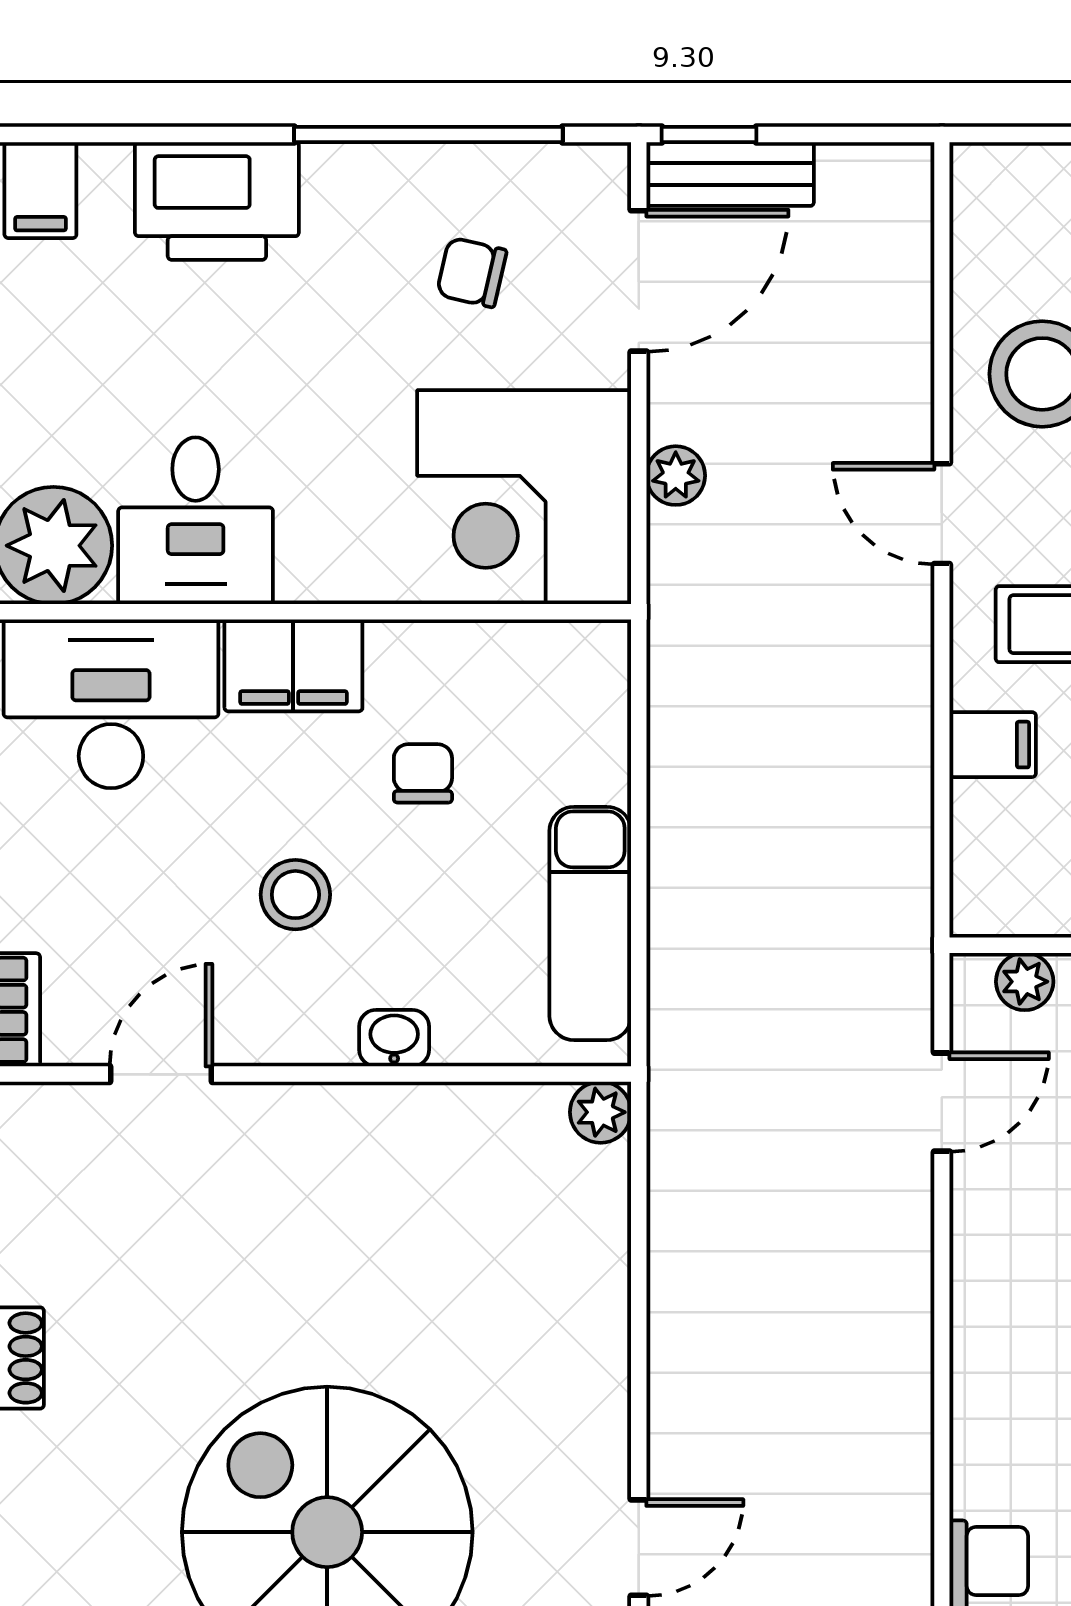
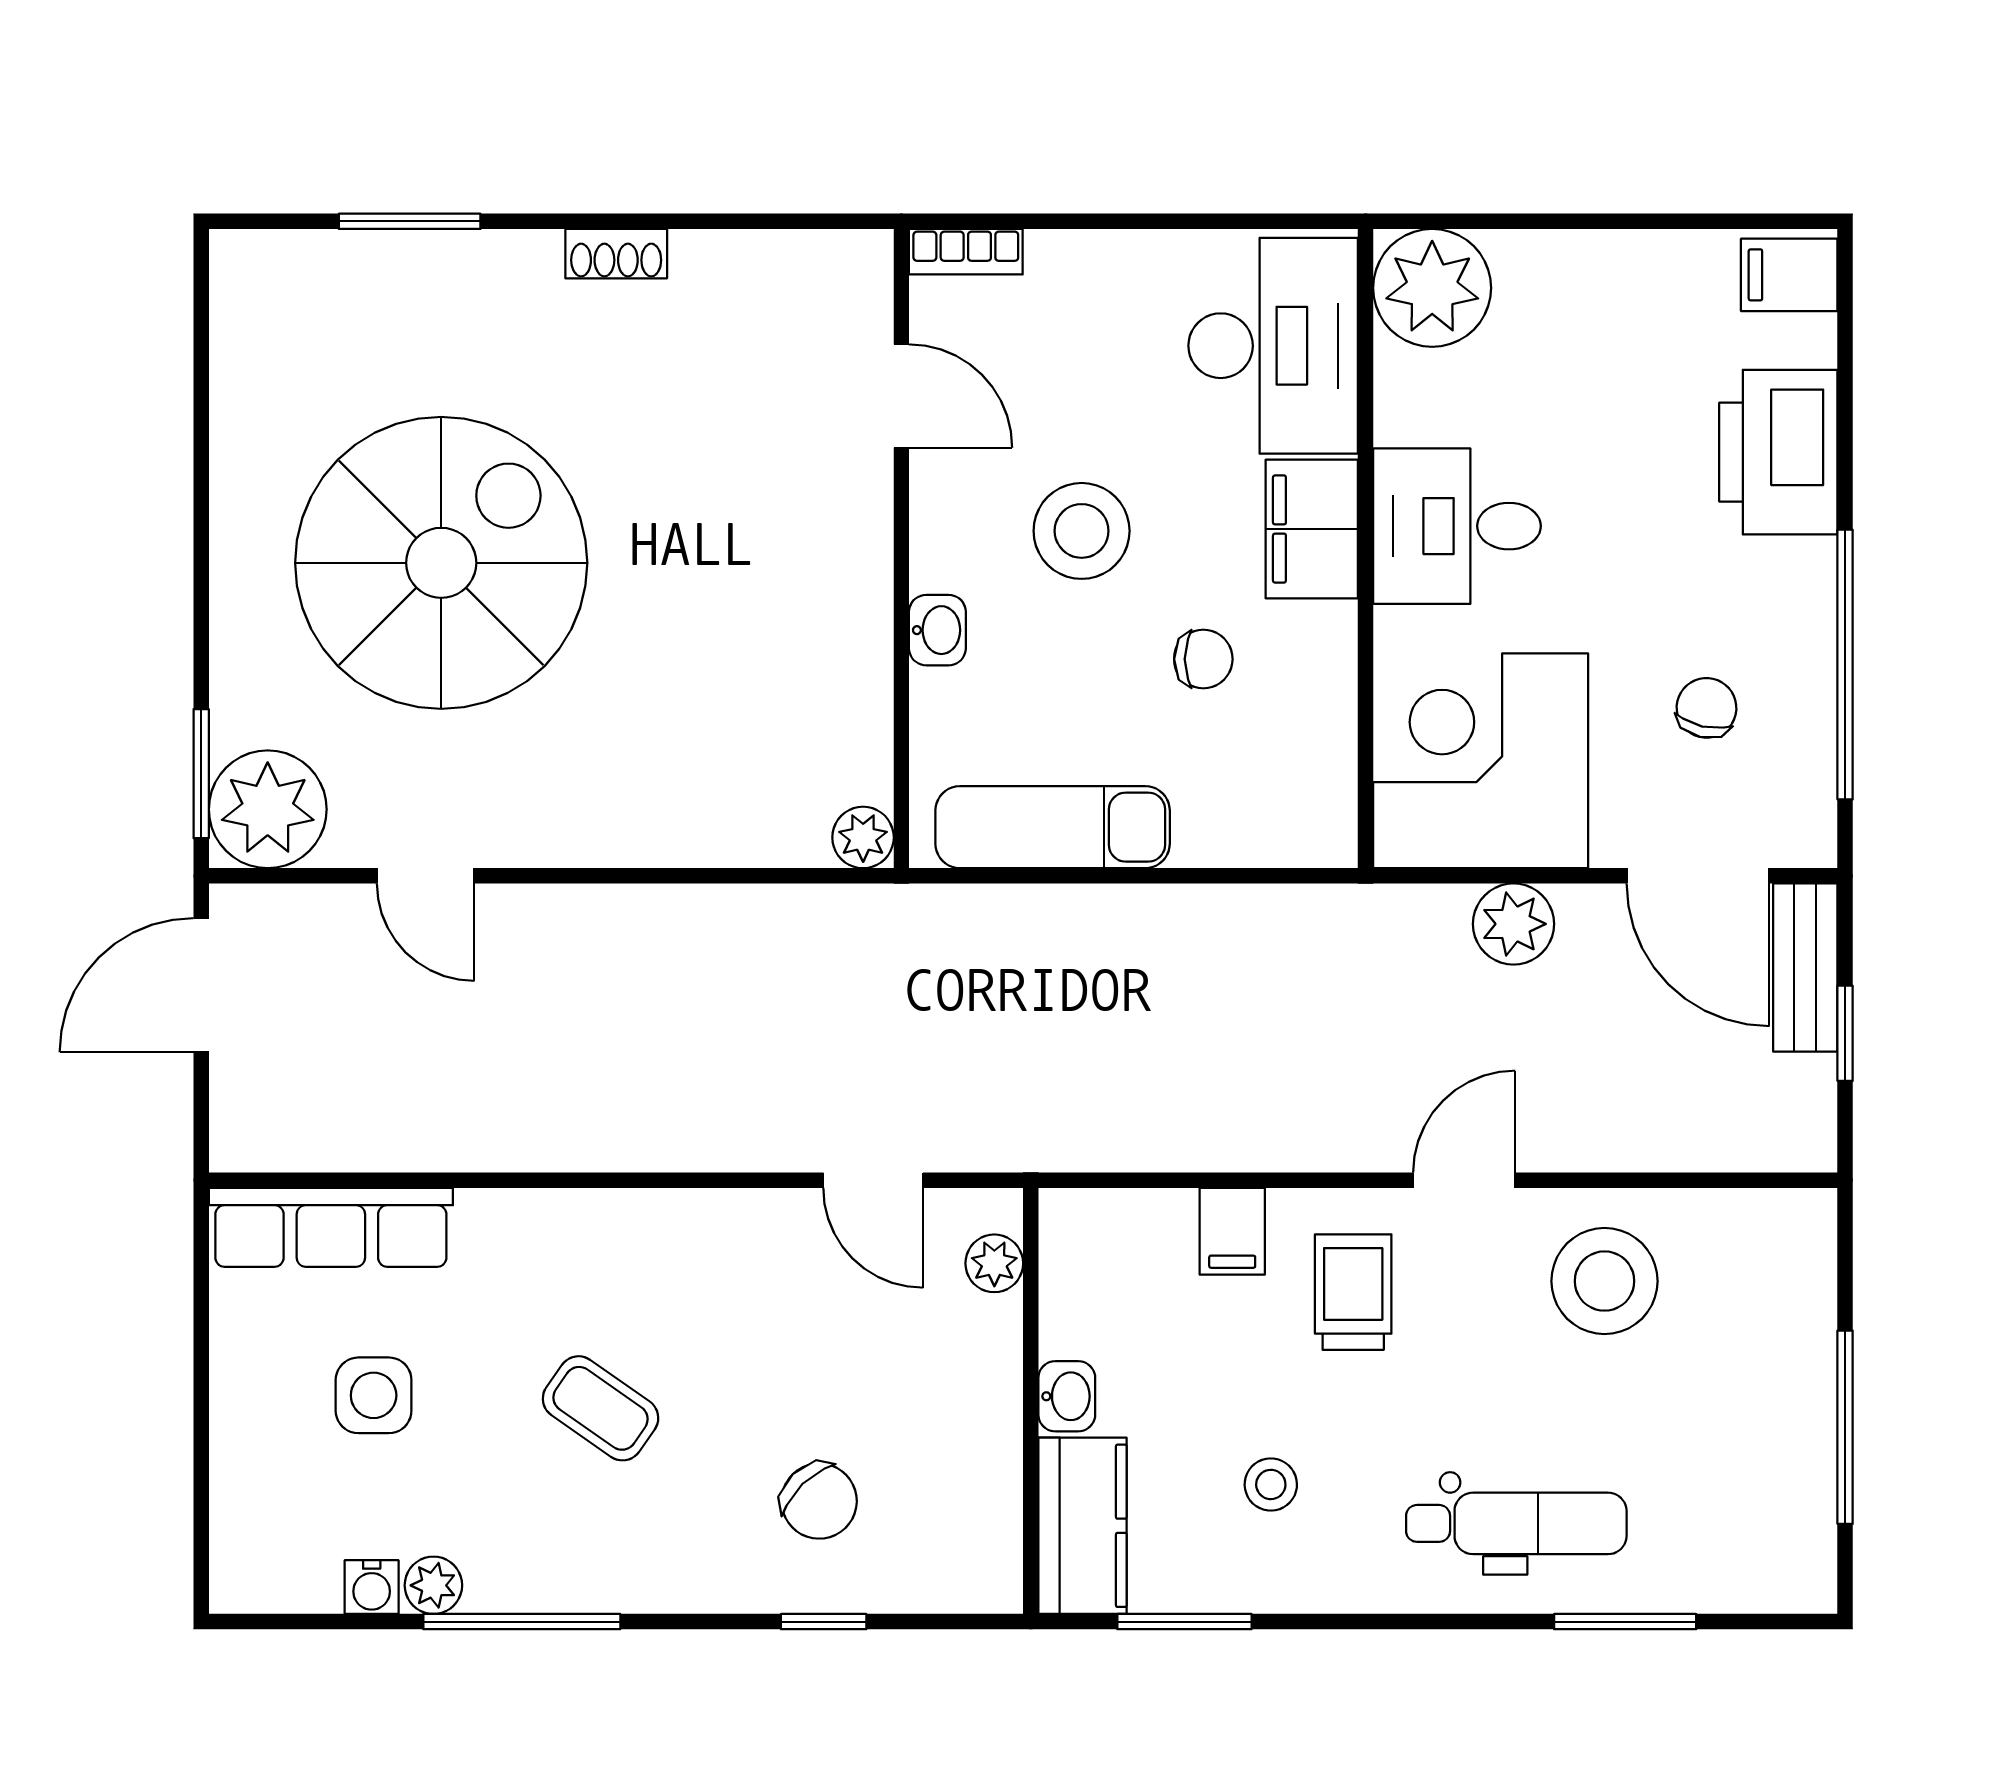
window: (709, 134) -> (1845, 1033), moved
plant: (676, 476) -> (1513, 924), width x1.38, depth x1.38
desk: (196, 521) -> (1457, 526), moved
stool: (295, 895) -> (1082, 531), width x1.38, depth x1.38

